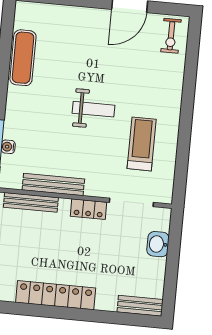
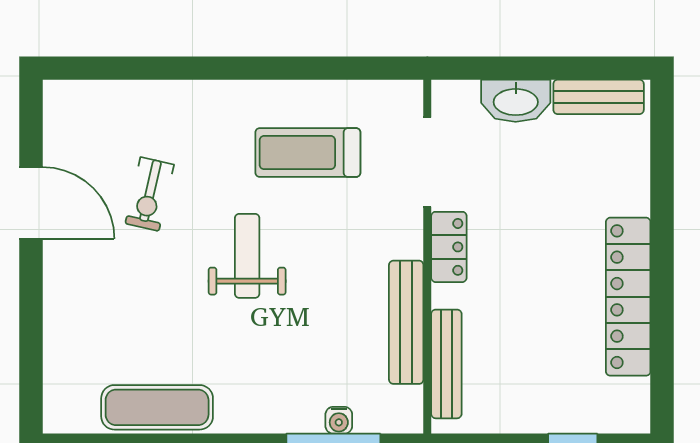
exercise bike: (171, 36) -> (150, 194), moved, turned 103
washbasin: (158, 244) -> (516, 101), width x1.38
bench: (140, 306) -> (599, 97), moved, turned 90

